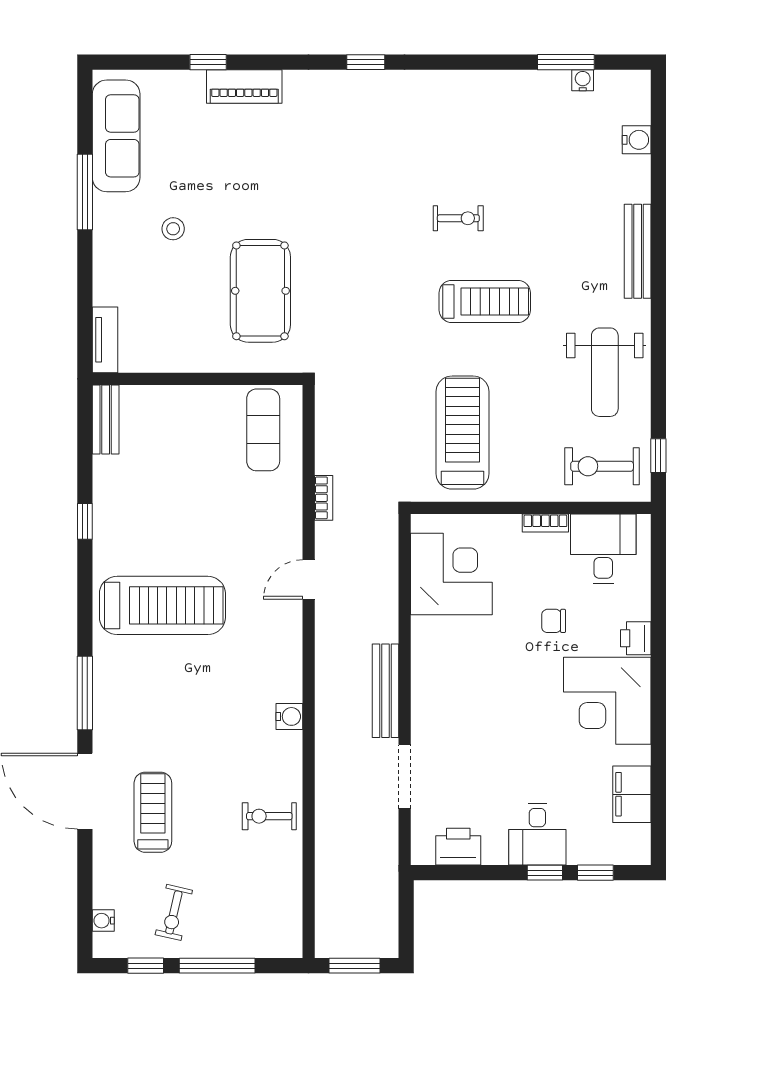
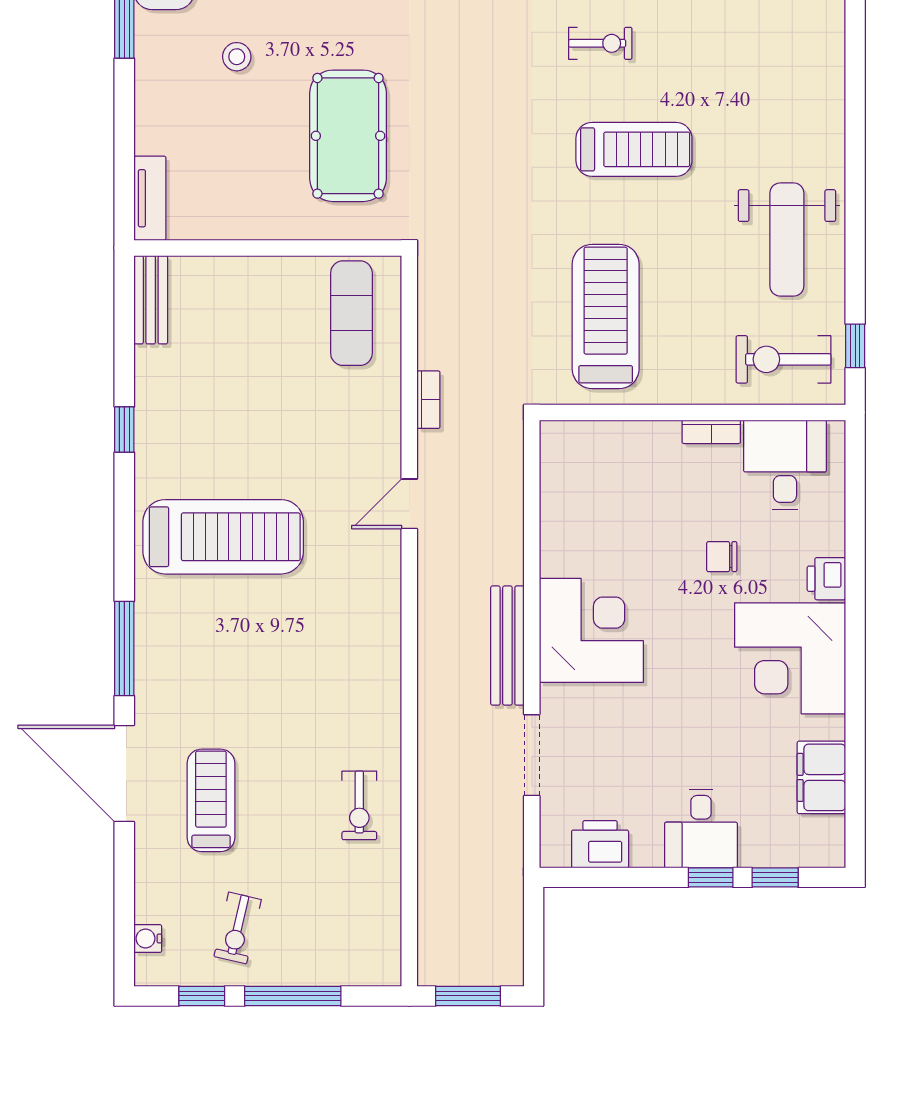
bench: (638, 251) -> (829, 85), removed
corner desk: (451, 574) -> (591, 630), moved
water cooler: (289, 716) -> (385, 678), removed
exercise bike: (269, 816) -> (359, 805), turned -90

